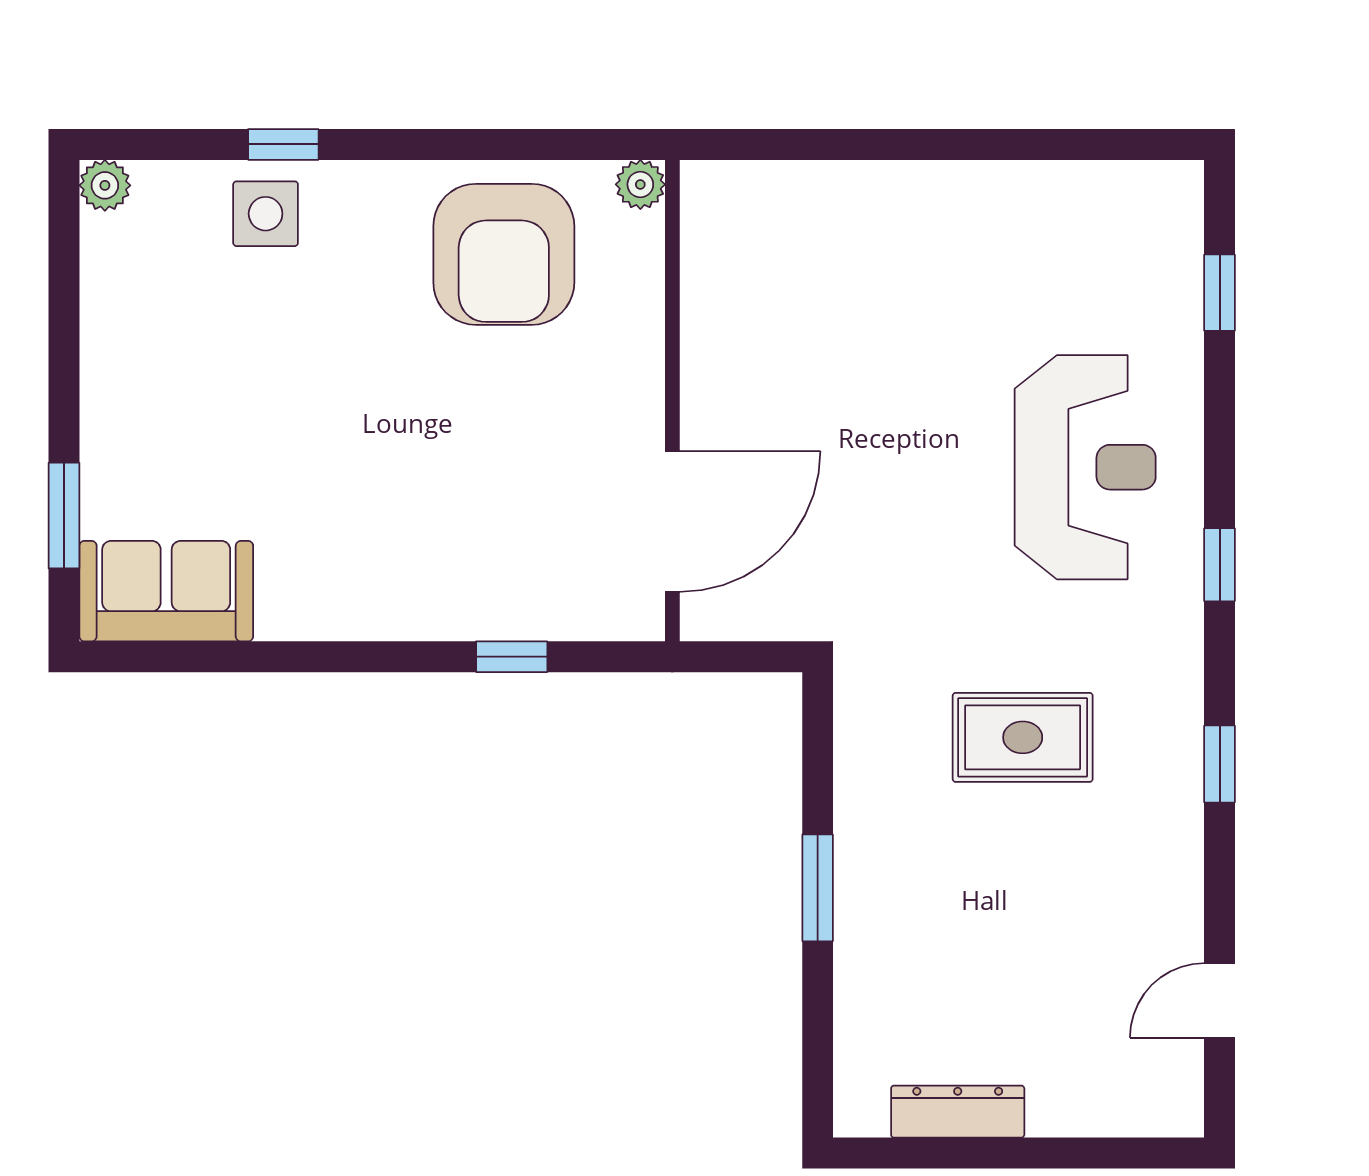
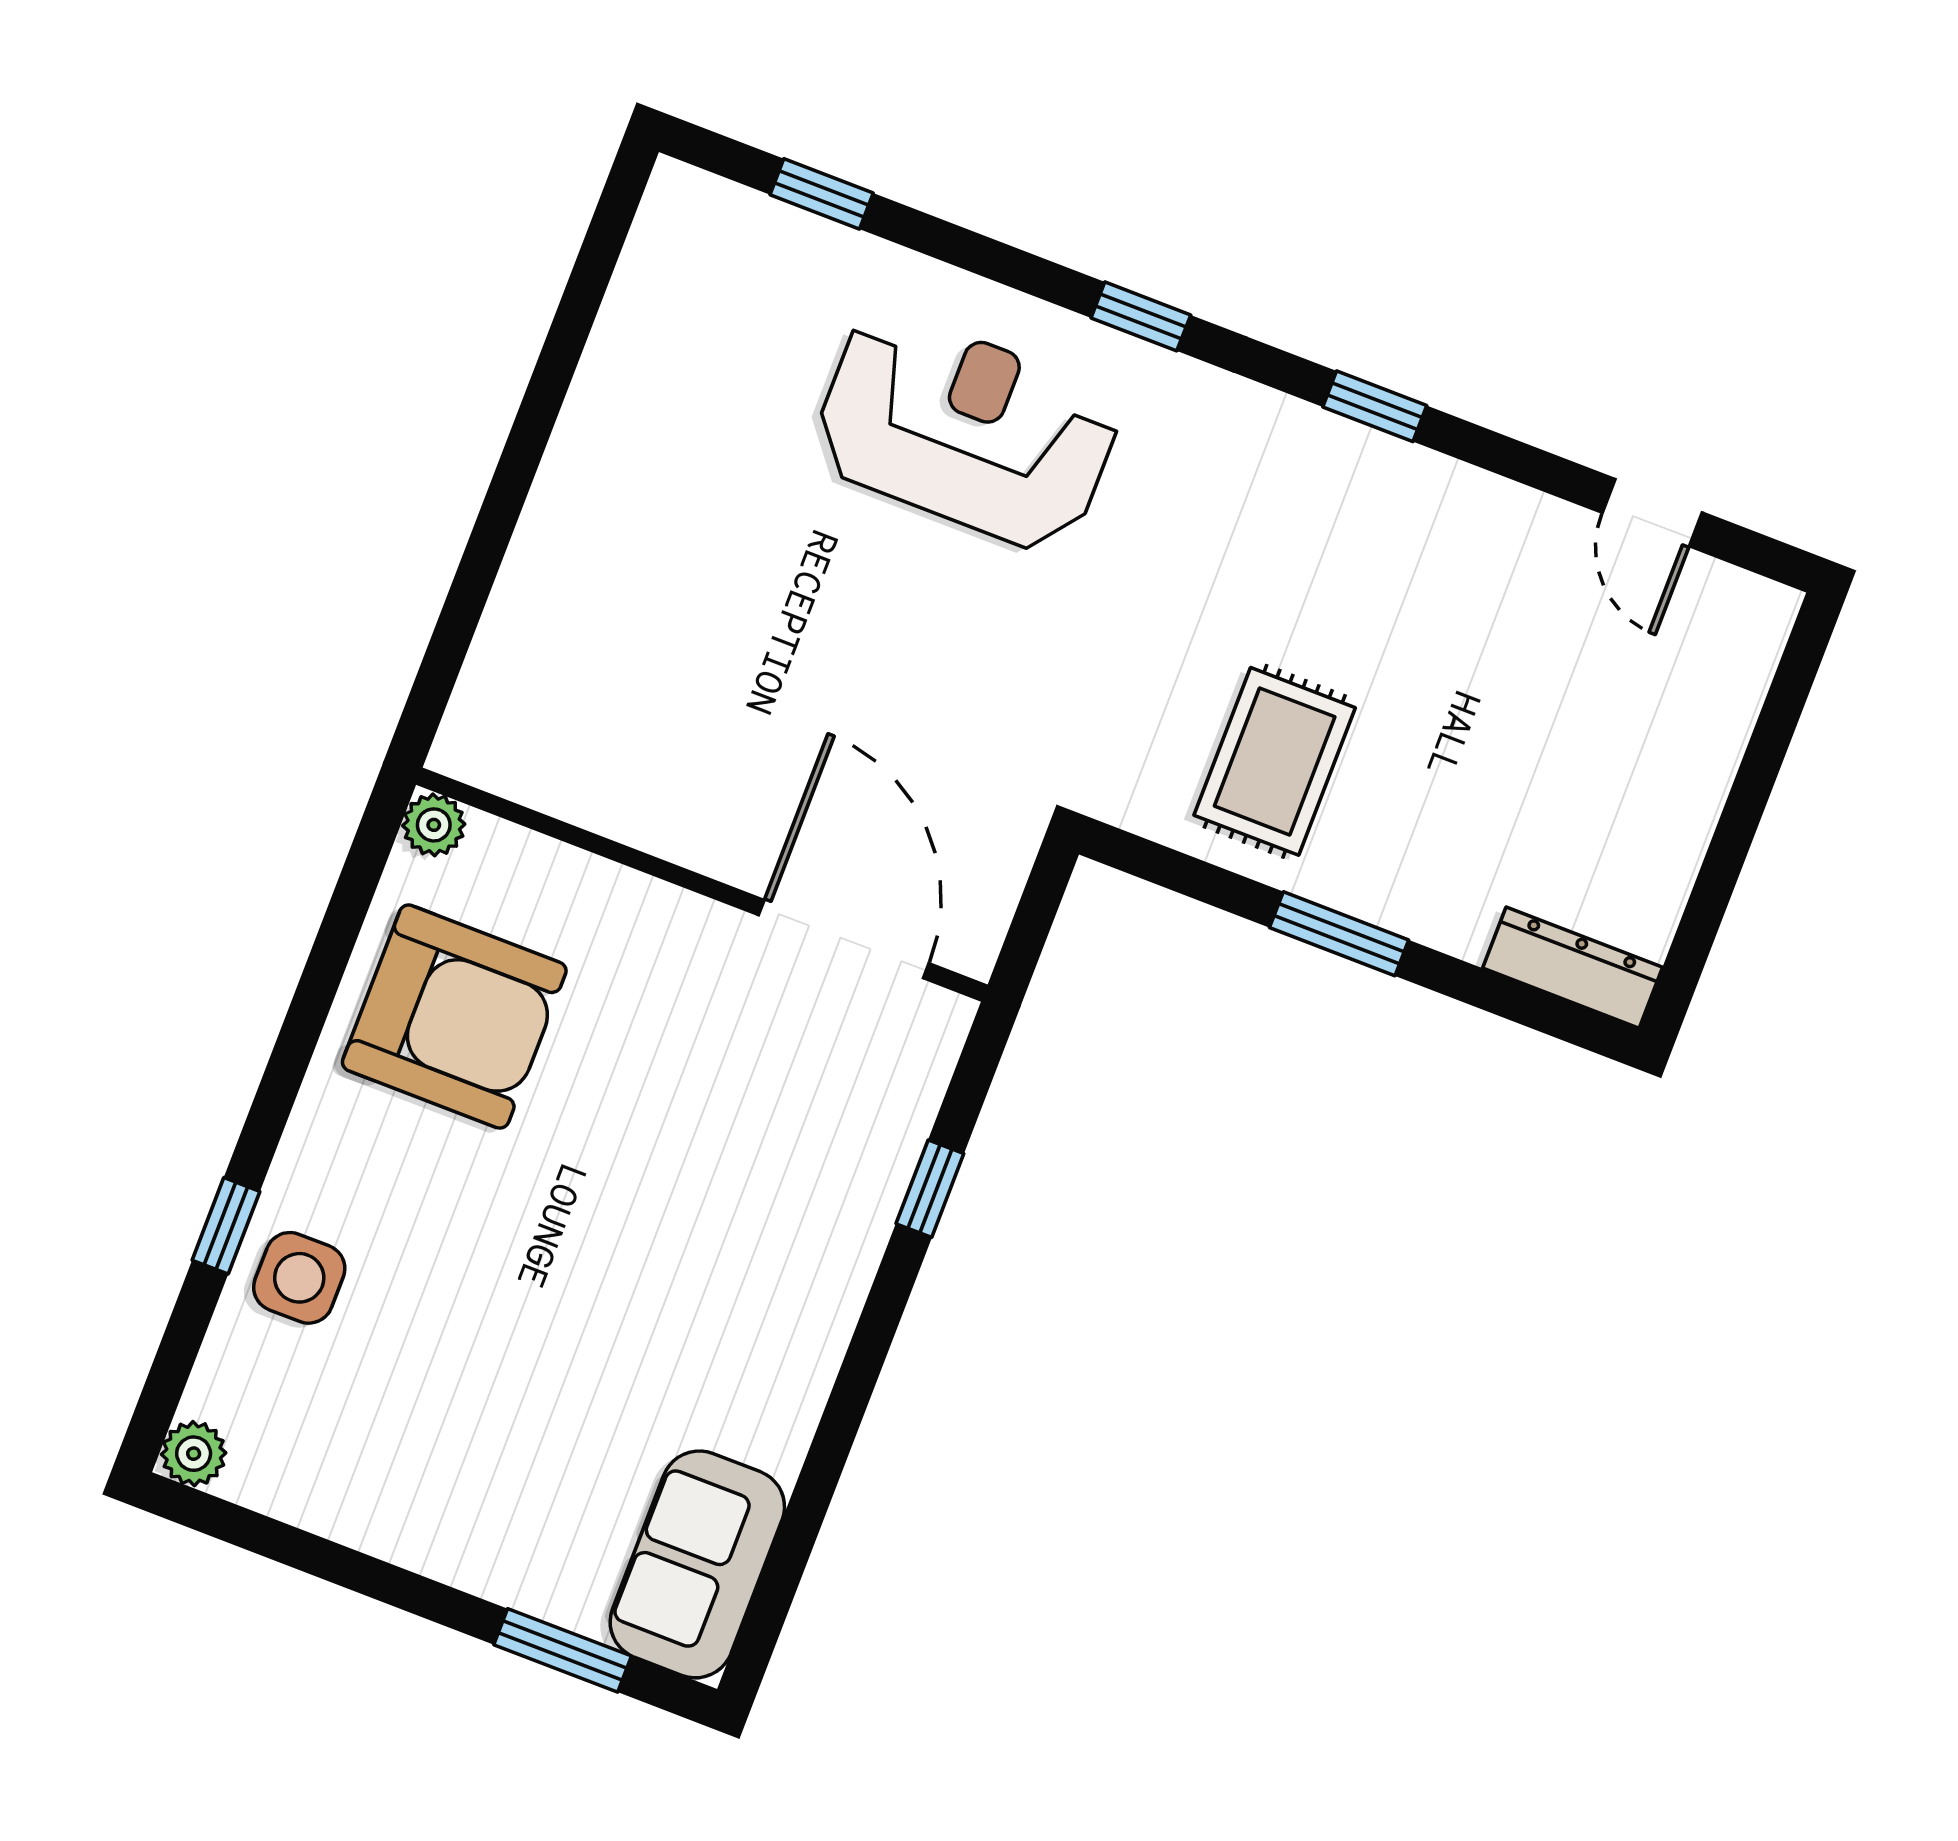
rug: (1023, 737) -> (1275, 761), moved
dresser: (958, 1112) -> (1573, 968), moved, turned 90

